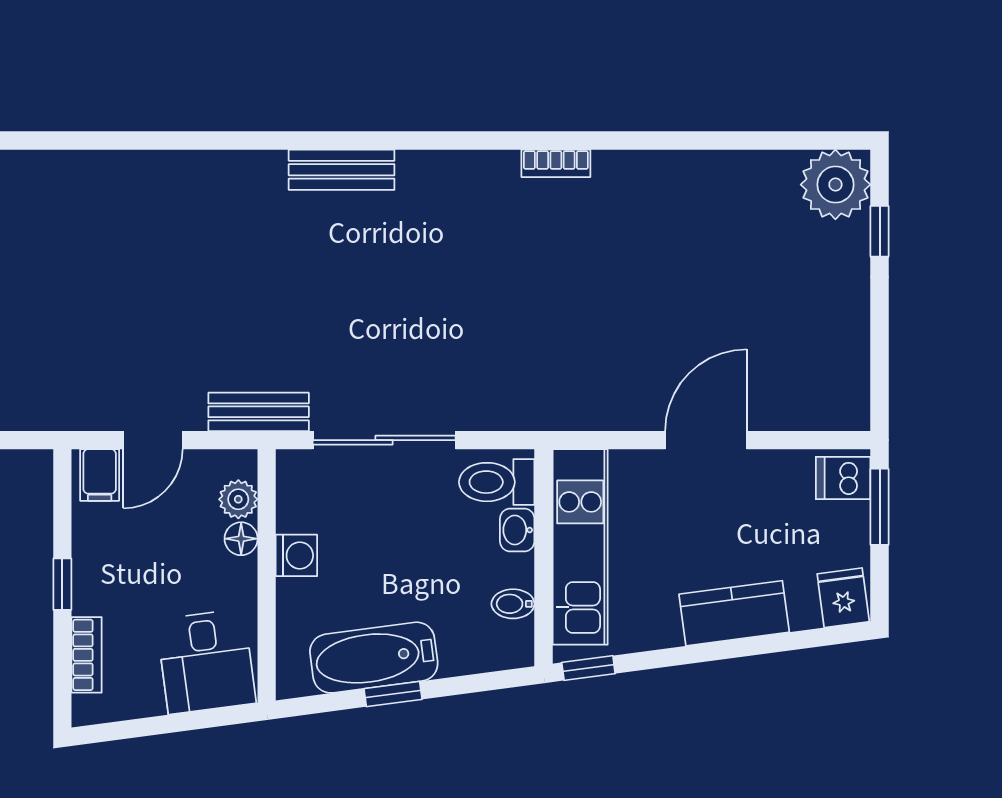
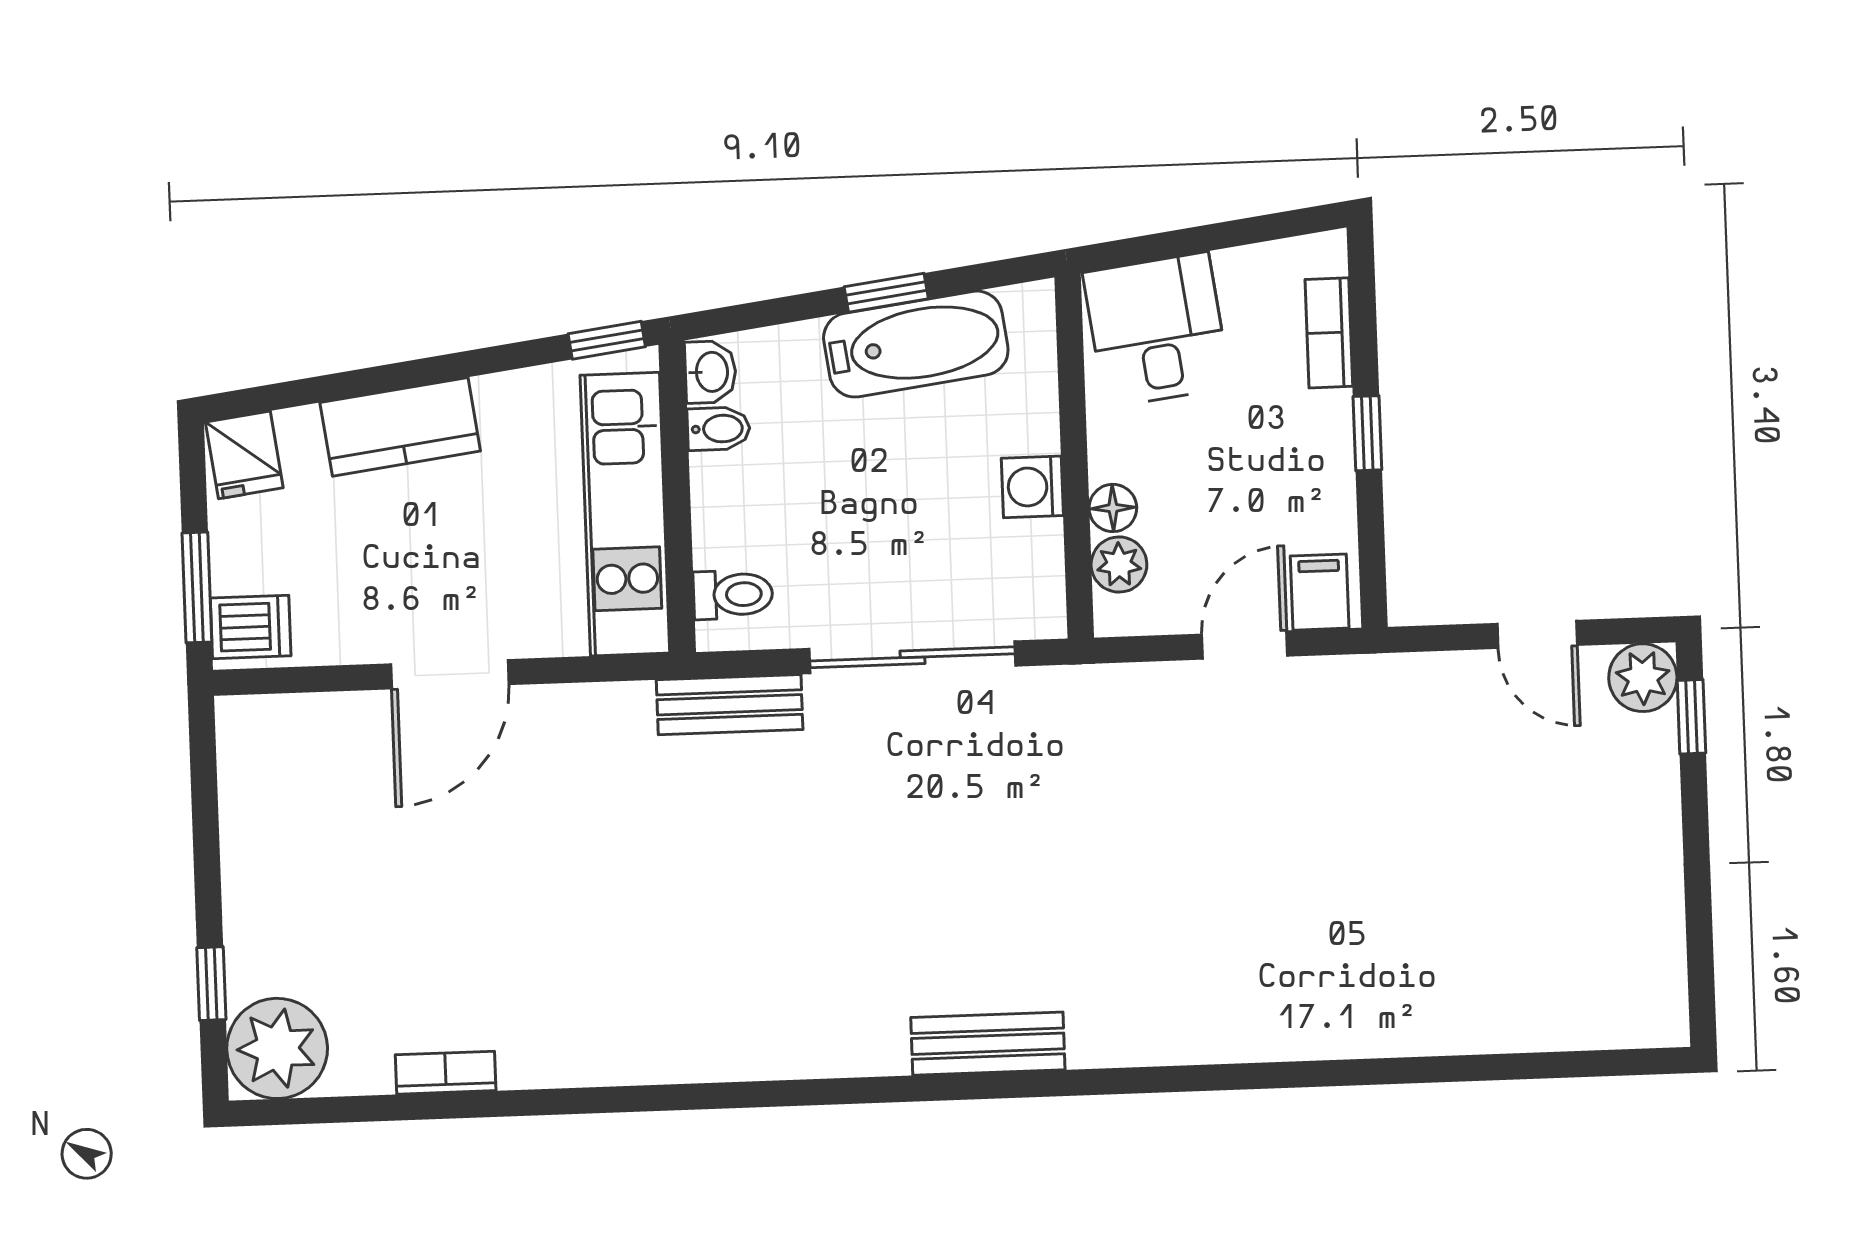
bookcase: (556, 163) -> (446, 1073), moved
bench: (259, 412) -> (730, 705), moved
toilet: (497, 482) -> (733, 595), width x0.73, depth x0.72
washbasin: (517, 530) -> (710, 372), moved

